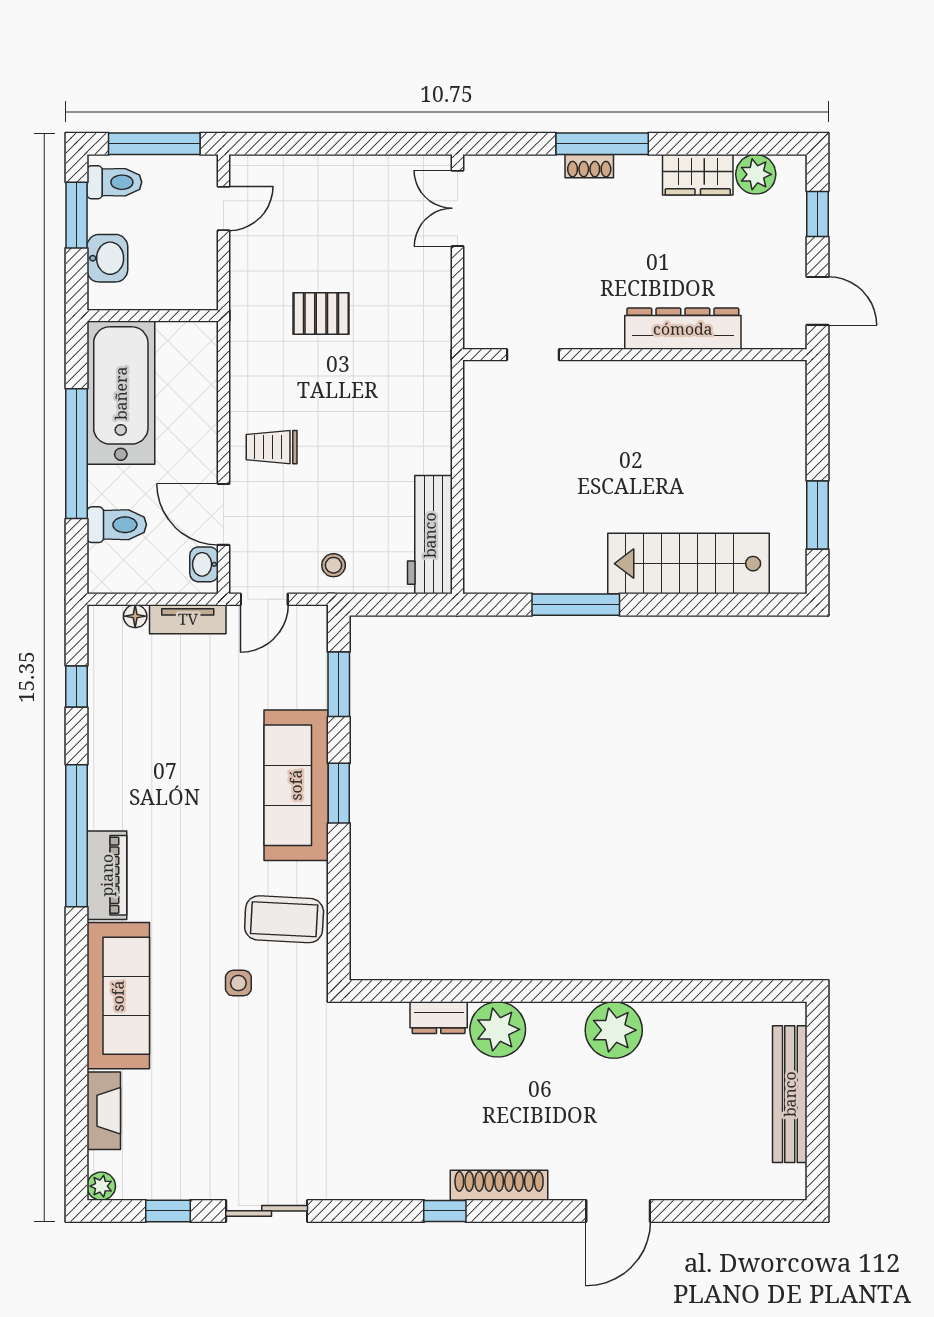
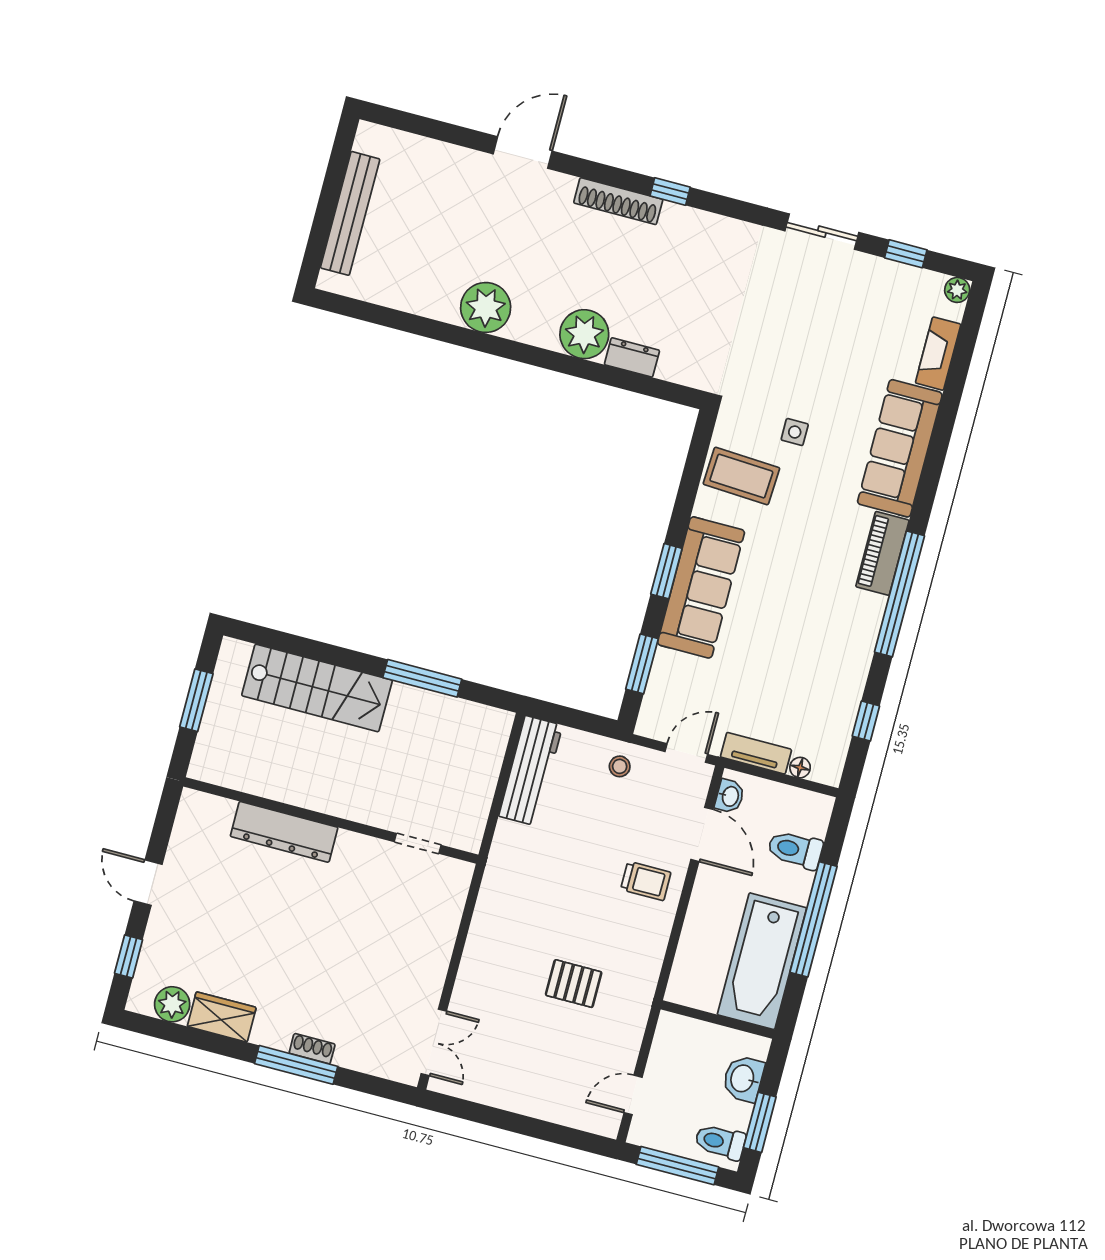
dresser: (683, 329) -> (284, 832), moved
doorway: (533, 355) -> (418, 843), moved
wall: (635, 355) -> (331, 821), moved

